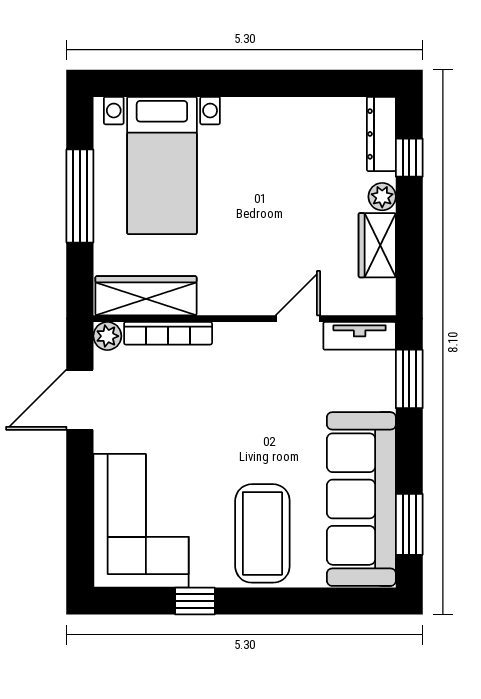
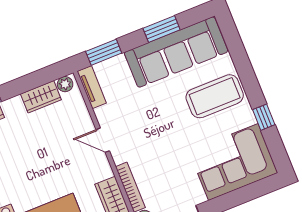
plant: (382, 197) -> (65, 84), moved
door: (298, 319) -> (103, 140), moved
window: (409, 524) -> (162, 29), moved

